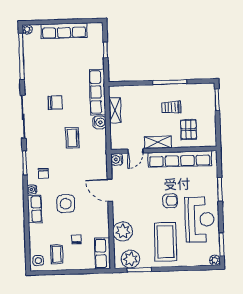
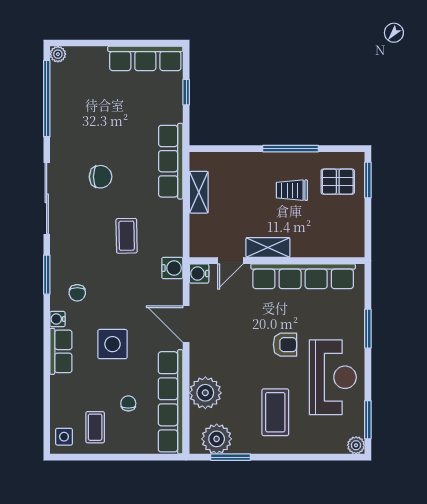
row of seats: (64, 31) -> (145, 58), moved
water cooler: (99, 122) -> (172, 268), moved
pallet: (189, 129) -> (338, 182), moved, turned 90
coffee table: (165, 242) -> (275, 412), width x0.73, depth x0.76
row of seats: (102, 253) -> (171, 402), width x2.02

